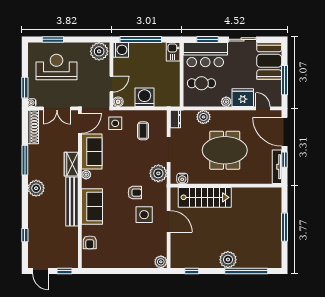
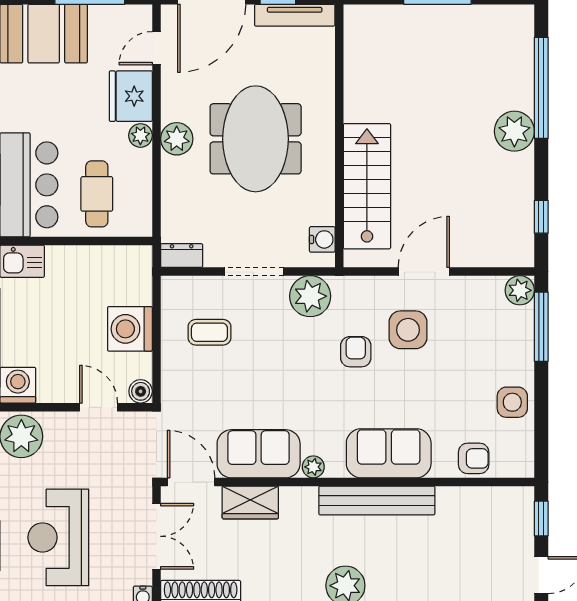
plant: (203, 117) -> (177, 139), moved
side table: (115, 123) -> (512, 402), moved
wardrobe: (71, 164) -> (250, 502), moved
window: (145, 271) -> (541, 327), added

